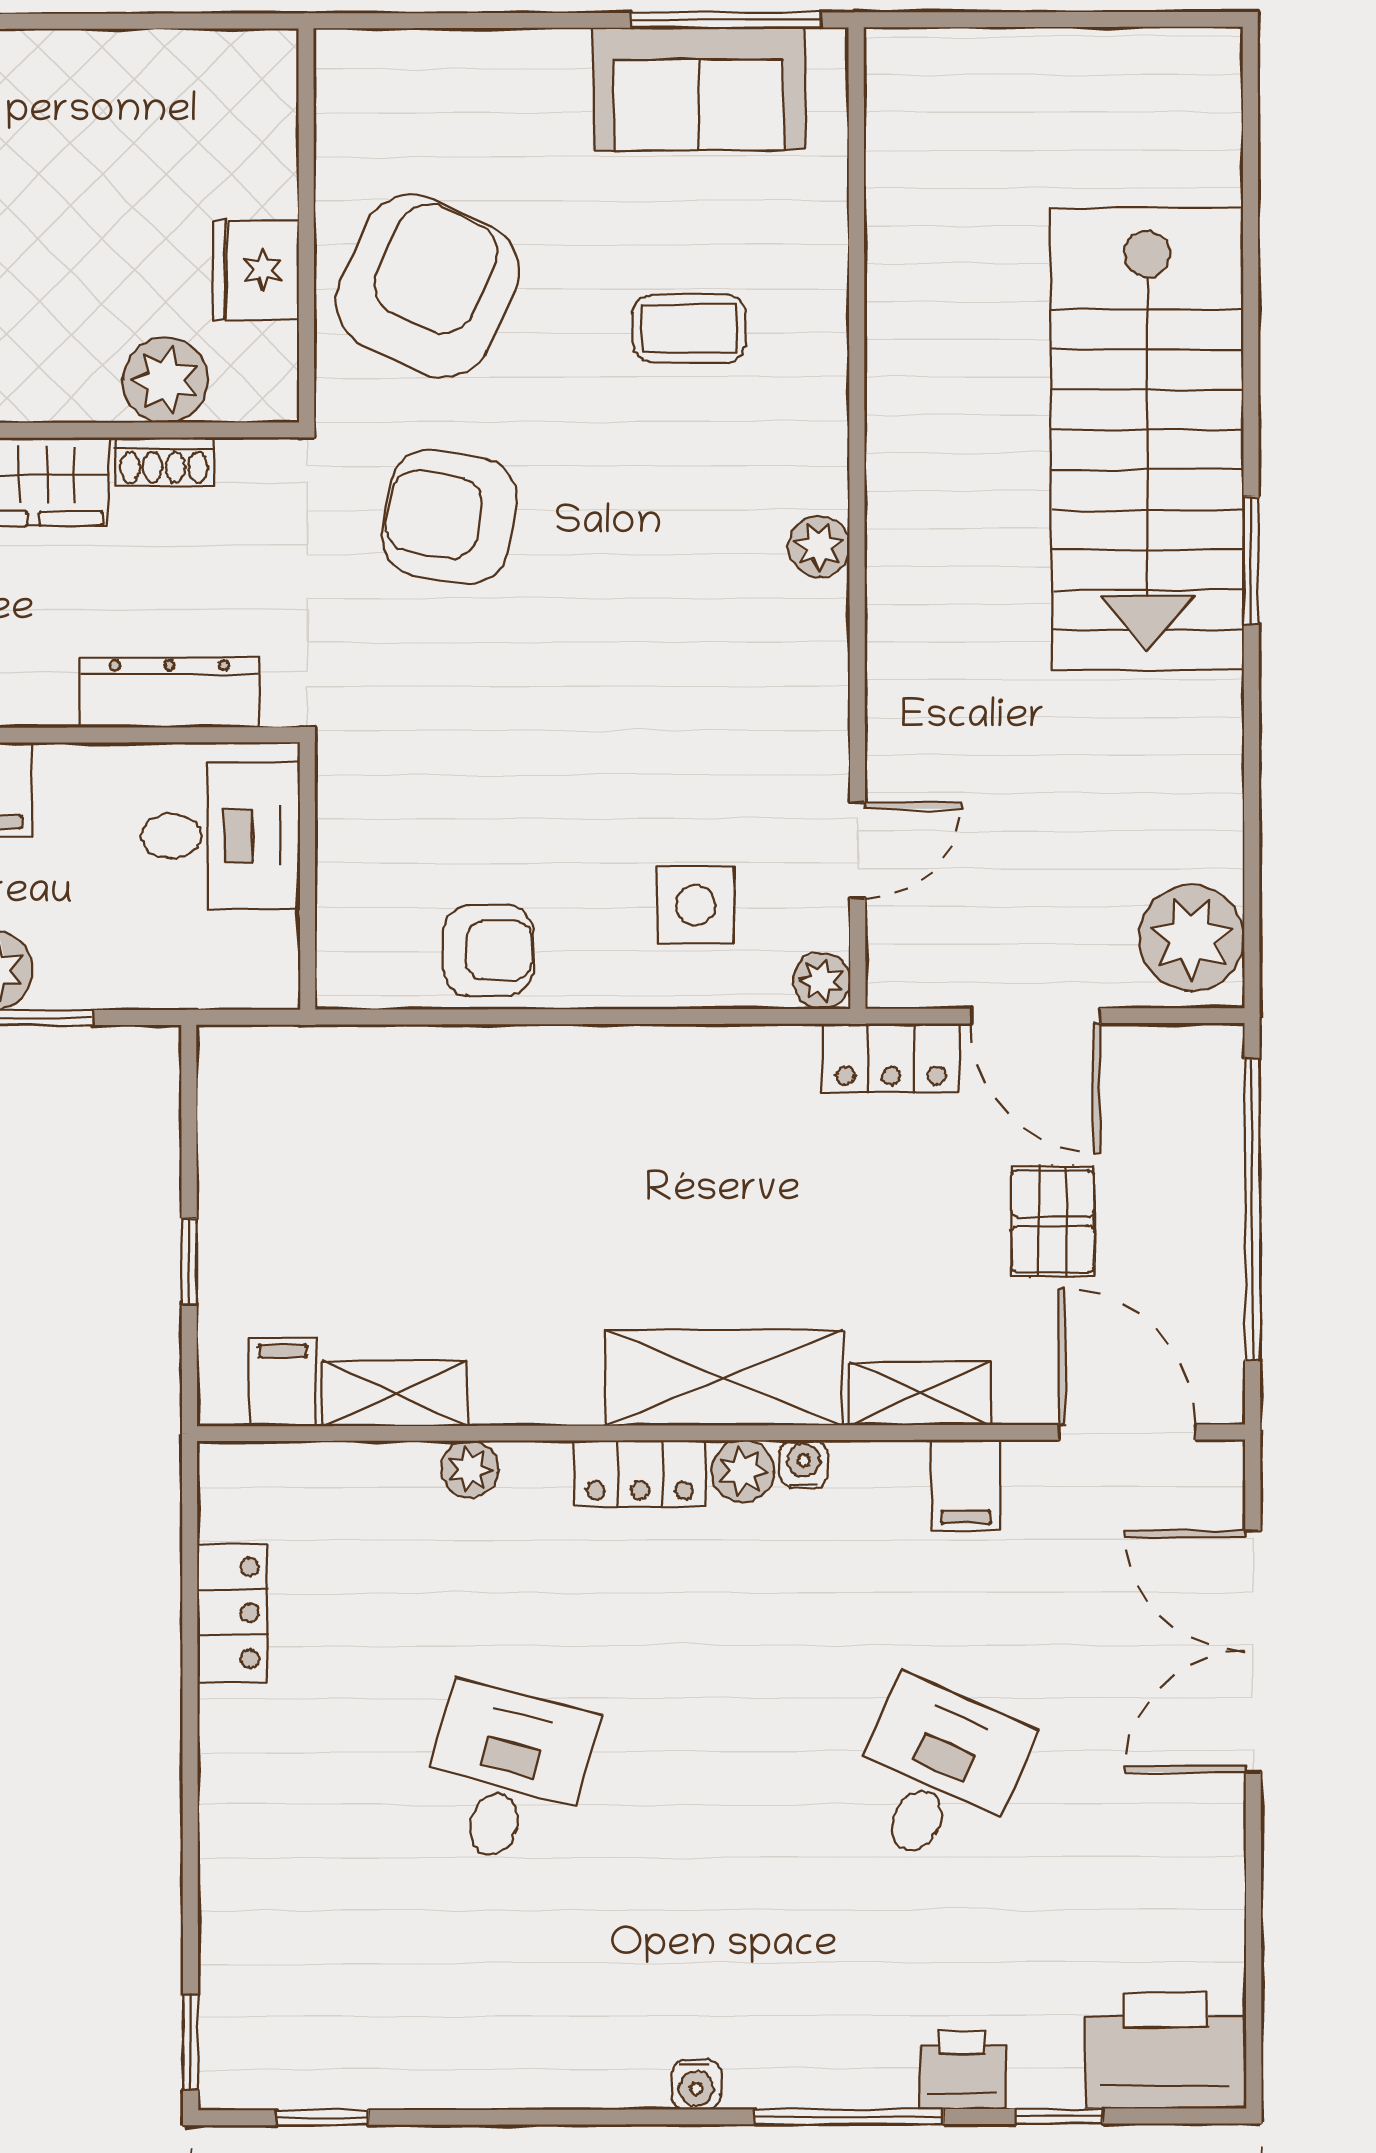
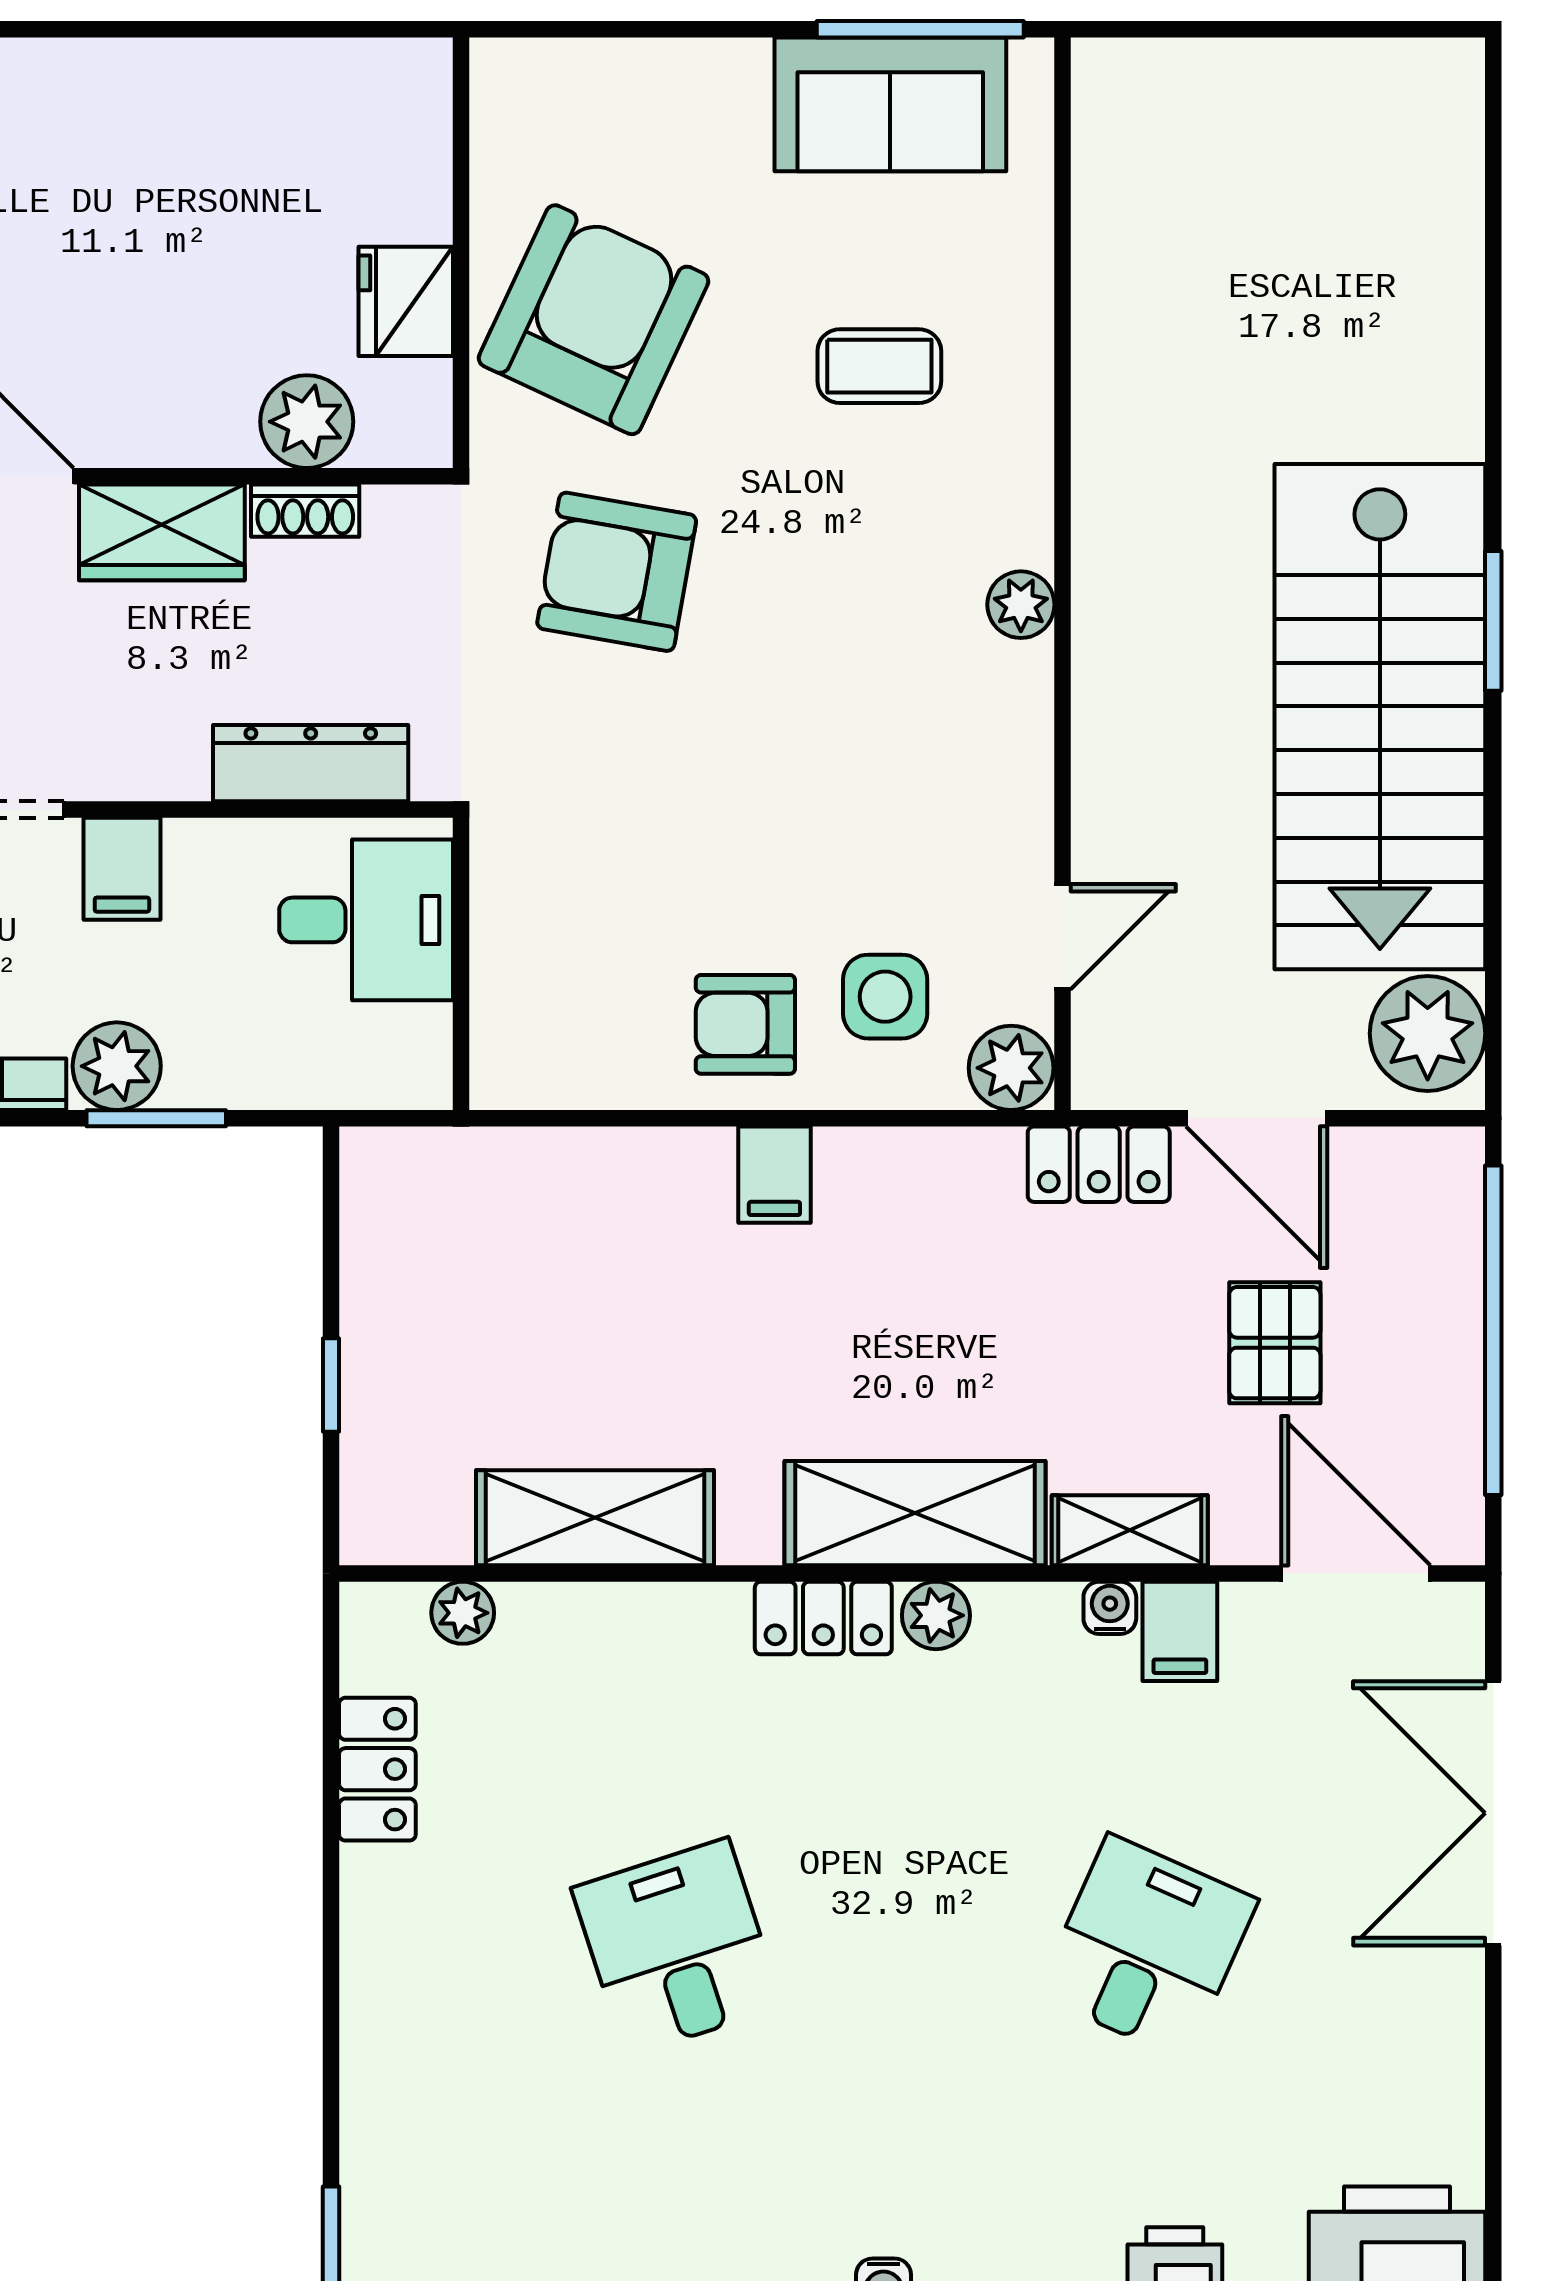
stairs: (1147, 439) -> (1380, 717), moved
armchair: (488, 950) -> (745, 1024), moved, turned 180
plant: (821, 981) -> (1011, 1068), width x1.38, depth x1.38
filing cabinet: (283, 1382) -> (774, 1175), moved, turned 180
shelving: (395, 1393) -> (595, 1518), width x1.50, depth x1.33
water cooler: (804, 1464) -> (1110, 1608), moved
plant: (470, 1469) -> (463, 1613), moved
desk: (507, 1775) -> (677, 1947), turned -33

